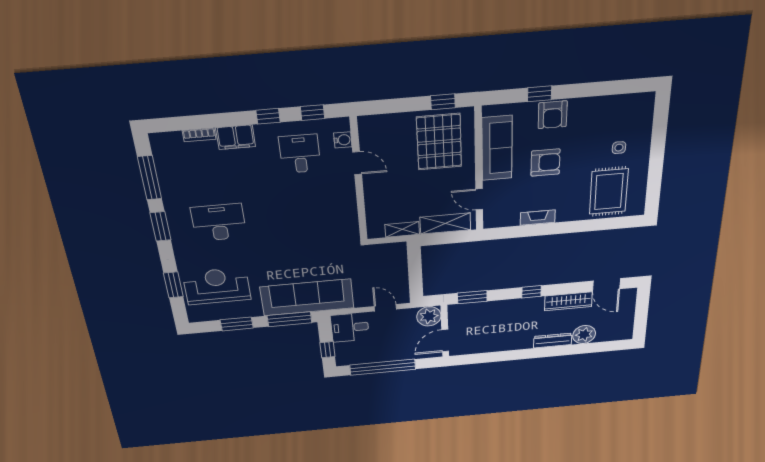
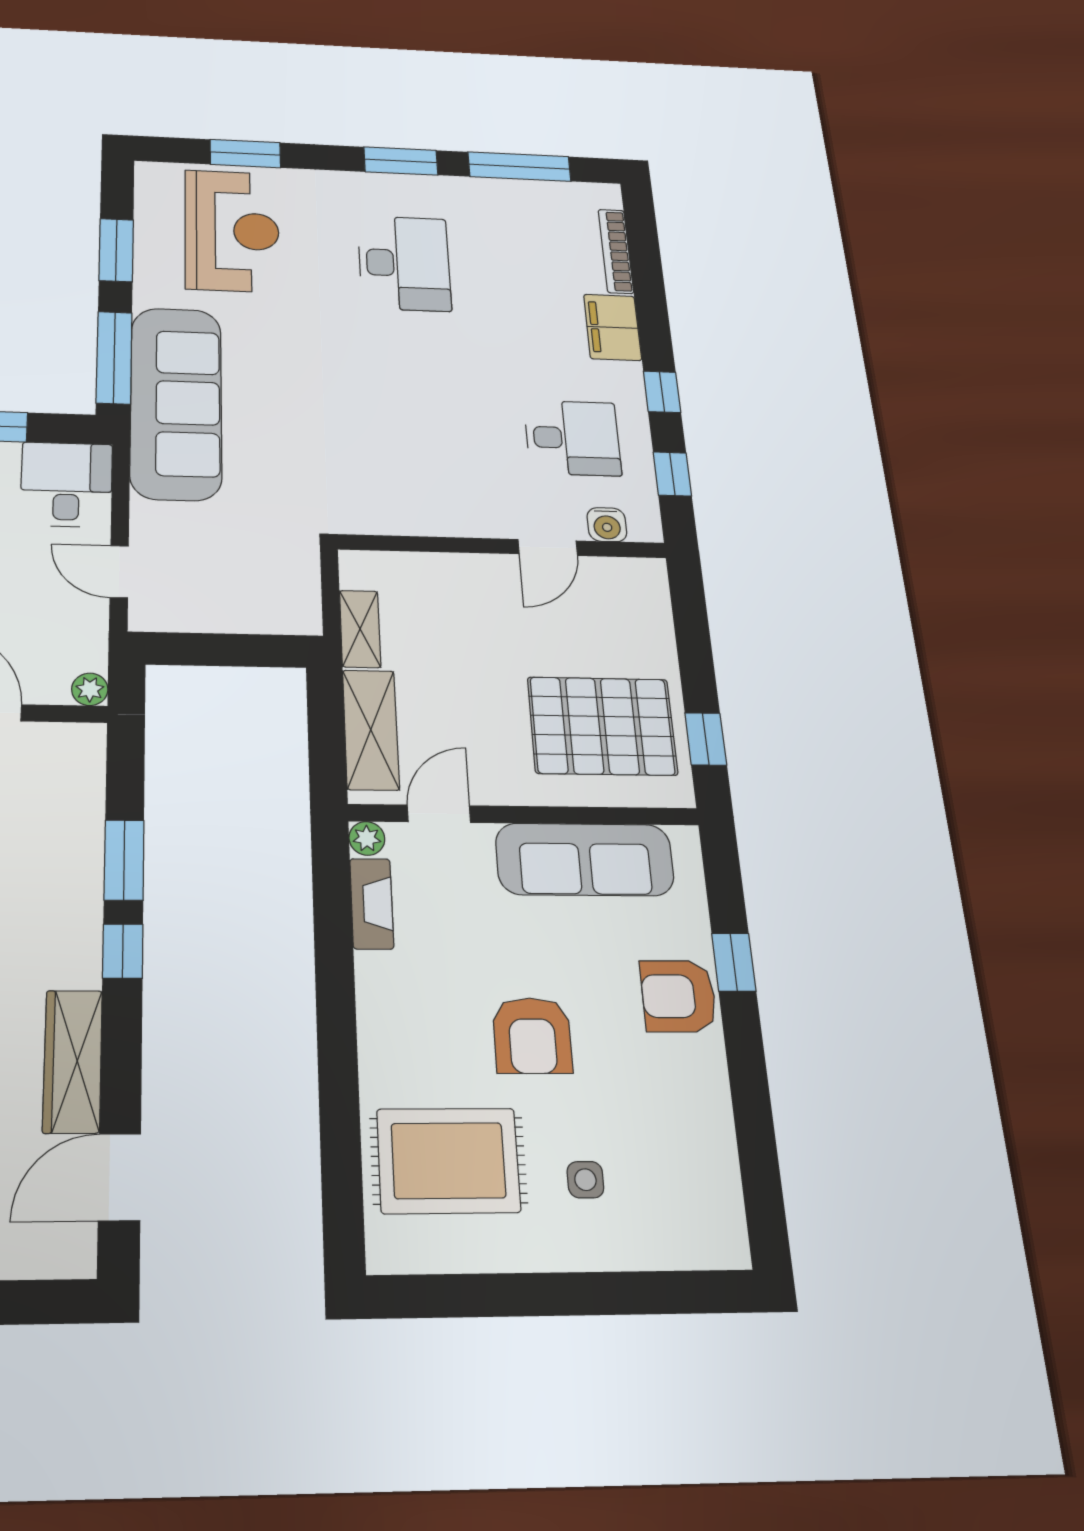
bookcase: (199, 135) -> (616, 251), width x1.56
armchair: (545, 163) -> (532, 1036), moved
fireplace: (538, 218) -> (372, 904), moved
plant: (490, 222) -> (367, 838), added
window: (472, 297) -> (124, 860), moved
door: (385, 308) -> (119, 572), swing flipped
plant: (429, 316) -> (90, 689), width x0.53, depth x0.53

